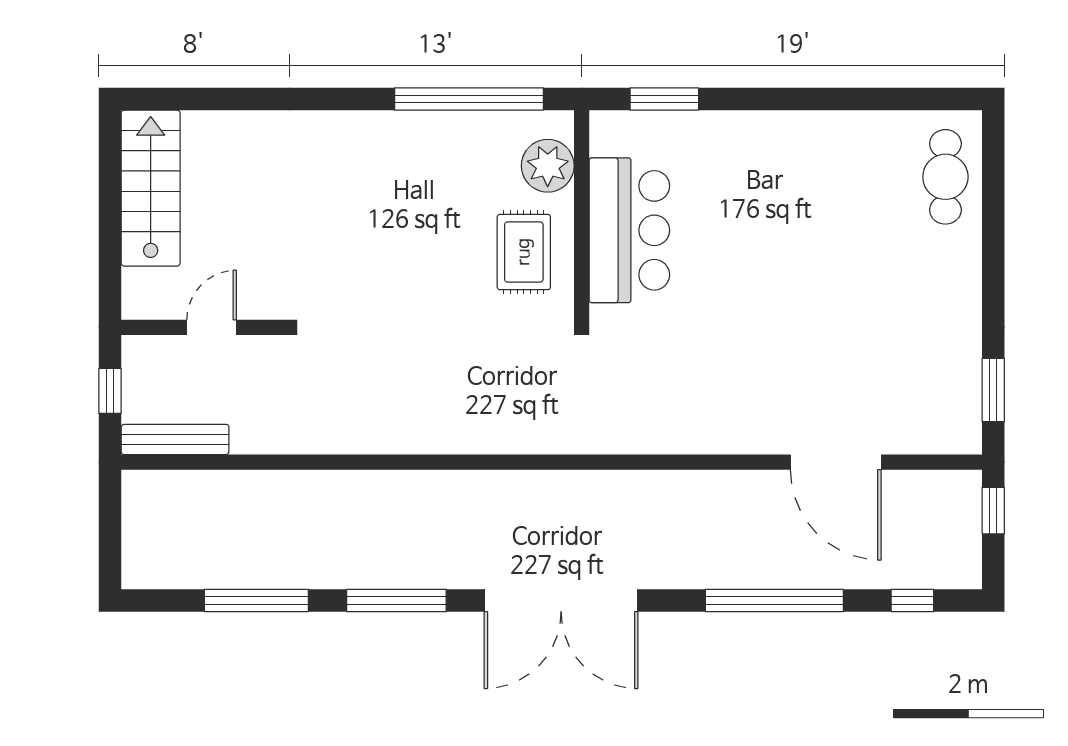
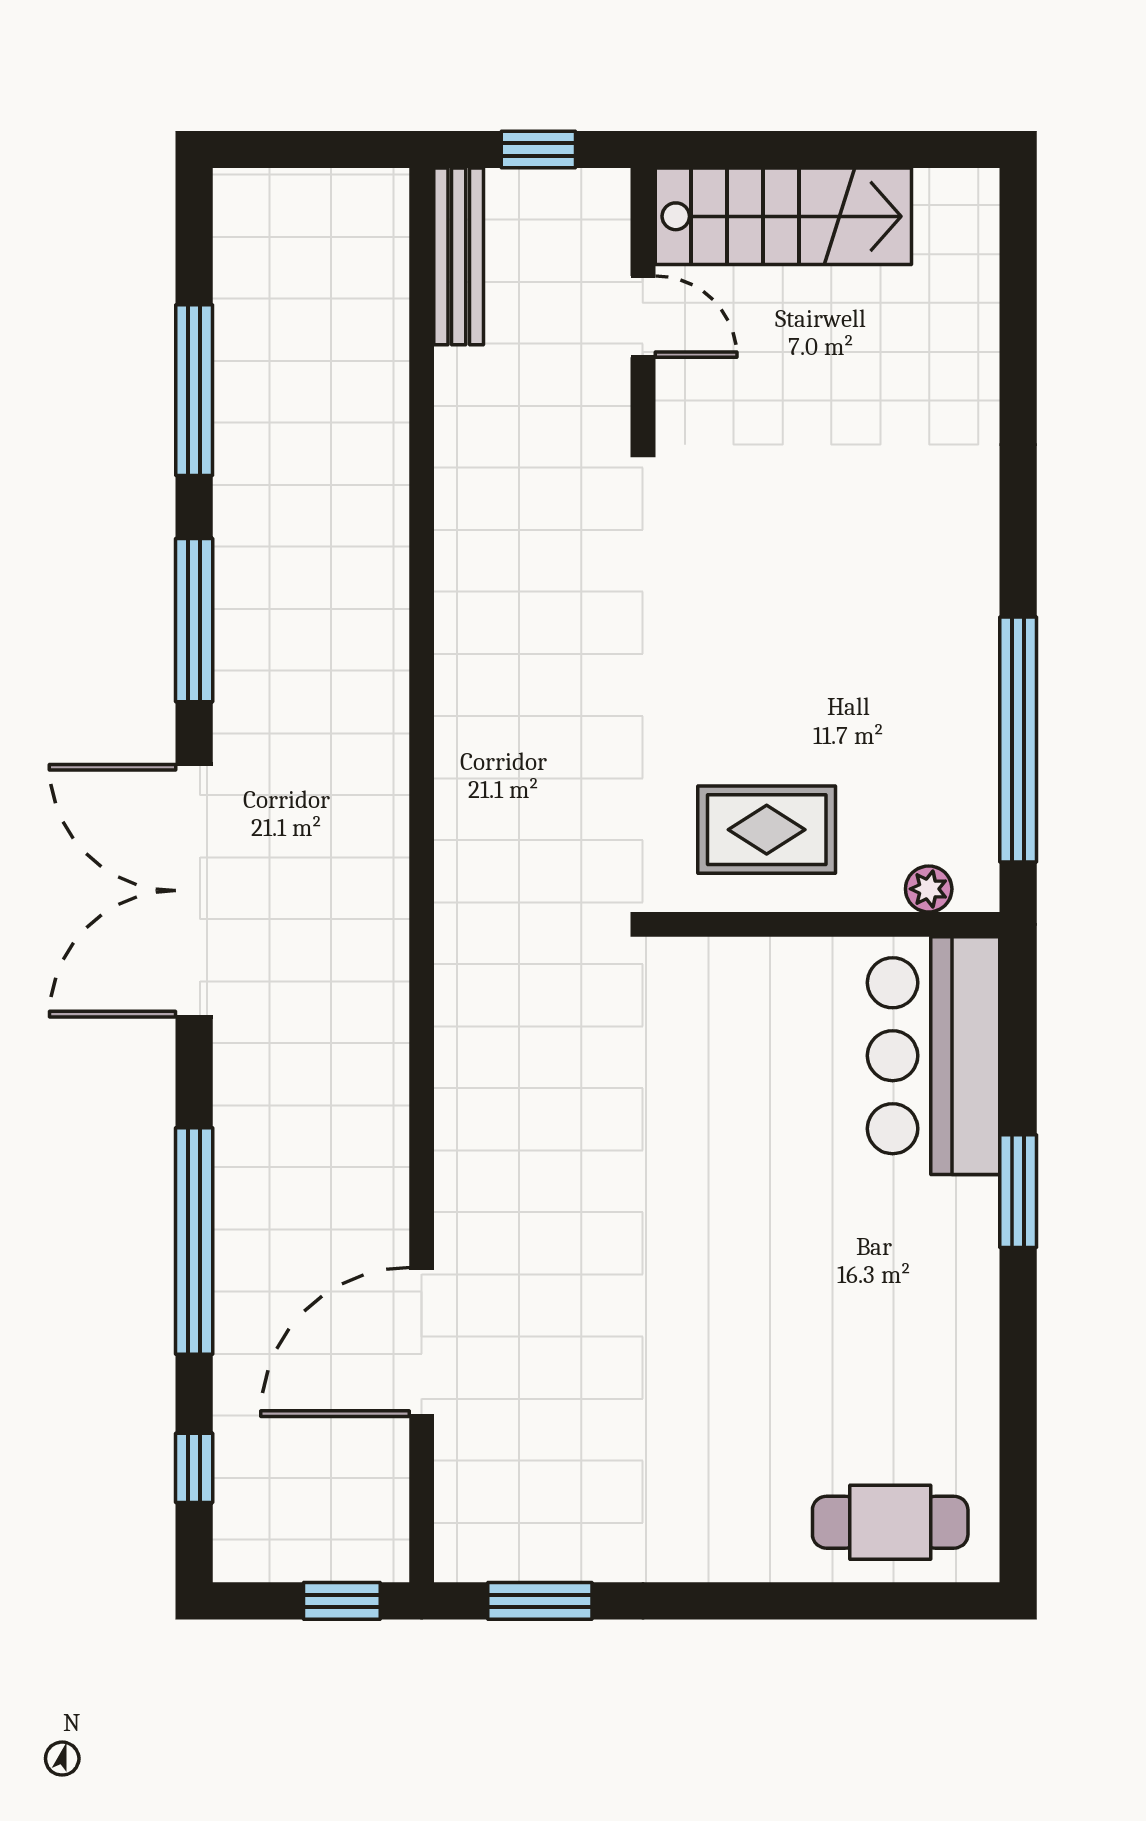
window: (664, 99) -> (1018, 1191), moved
plant: (548, 166) -> (929, 889), width x0.53, depth x0.53
stairs: (151, 188) -> (783, 216), moved
bar counter: (629, 230) -> (934, 1056), moved, turned 90

